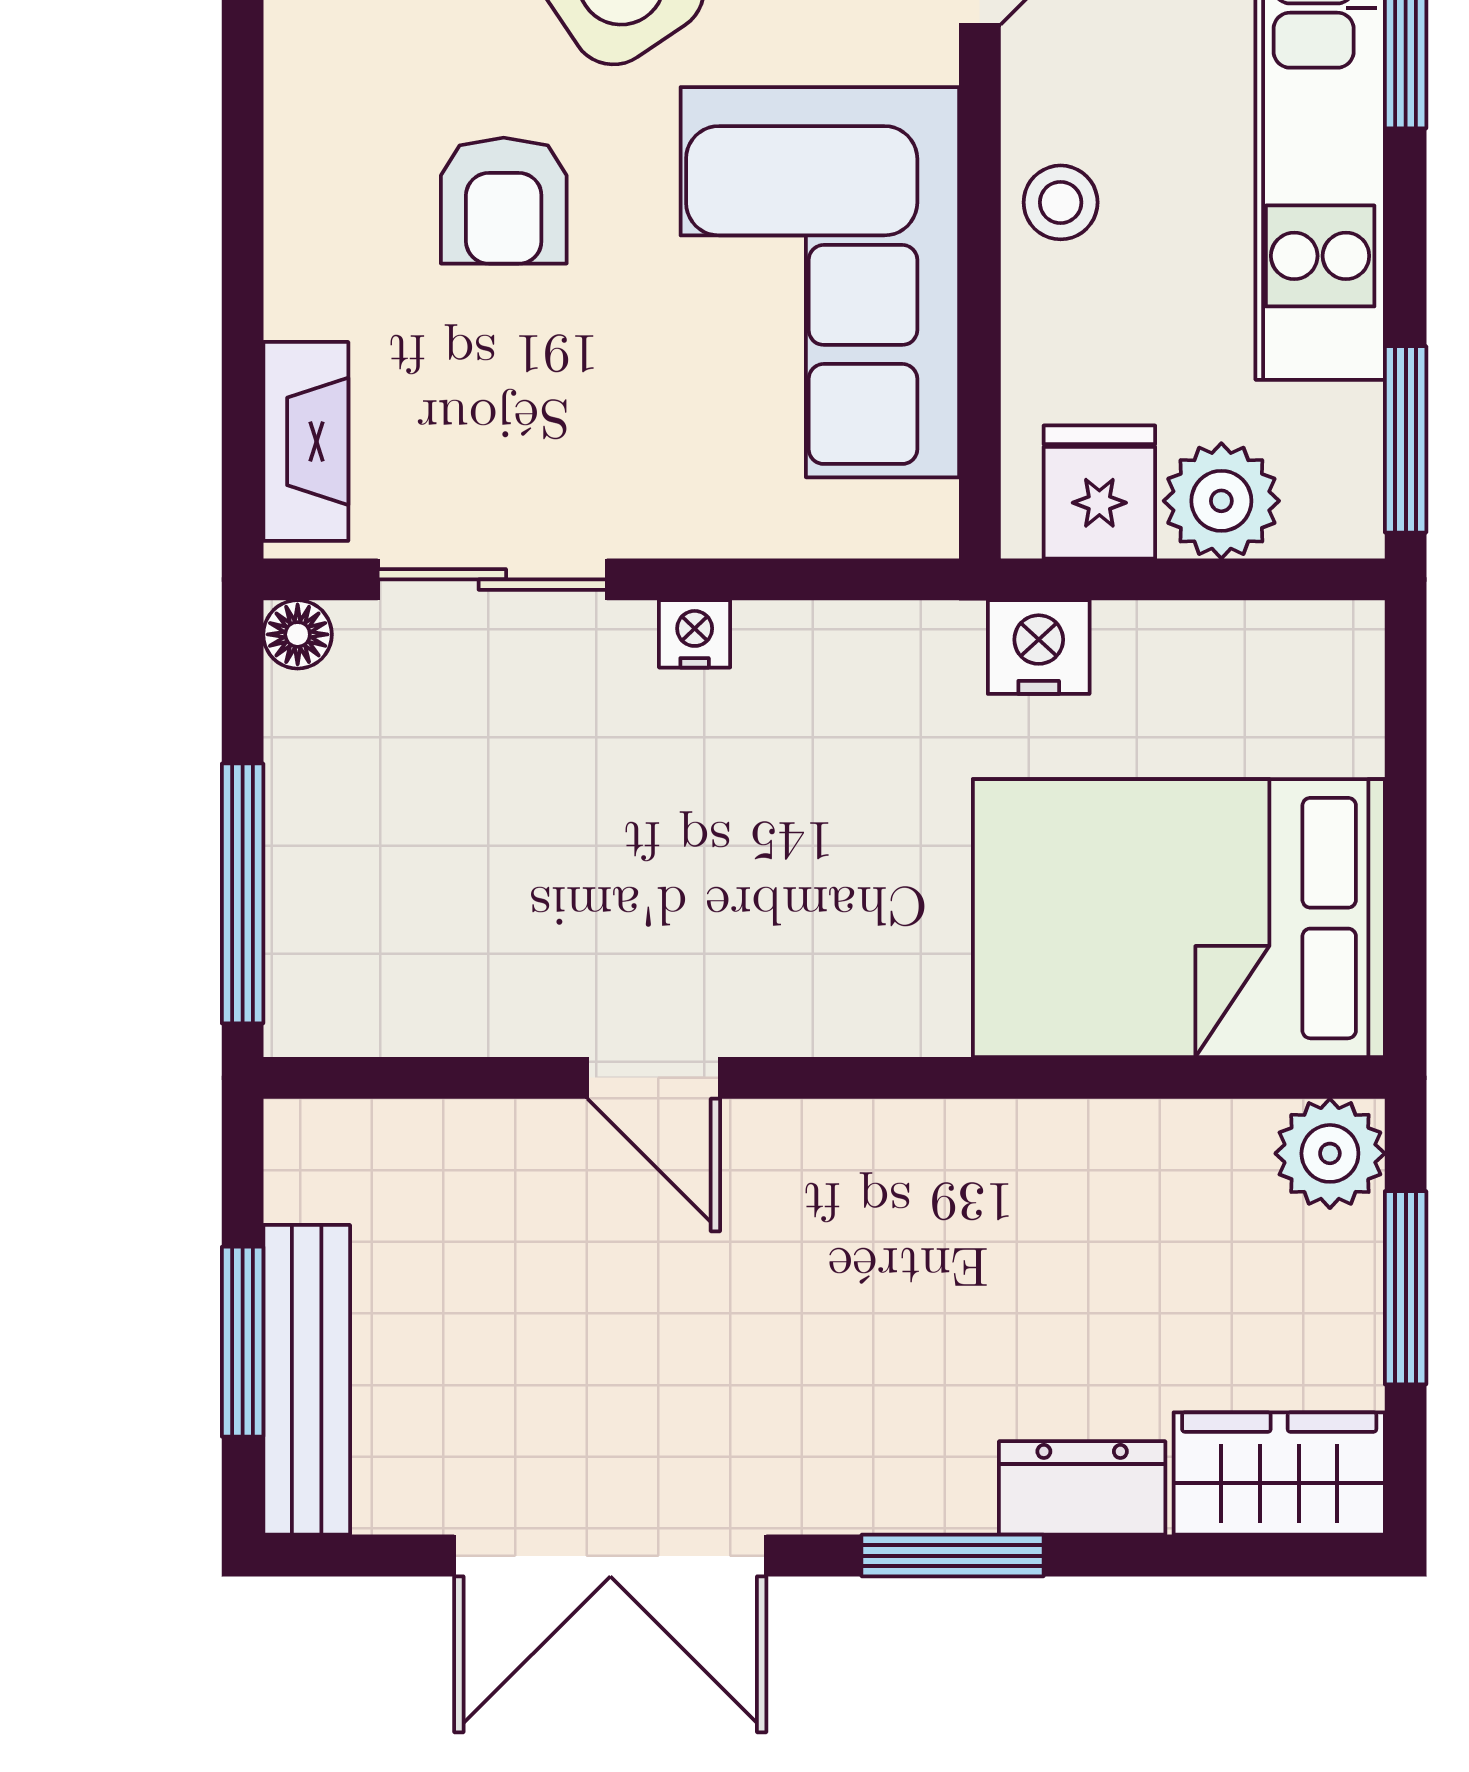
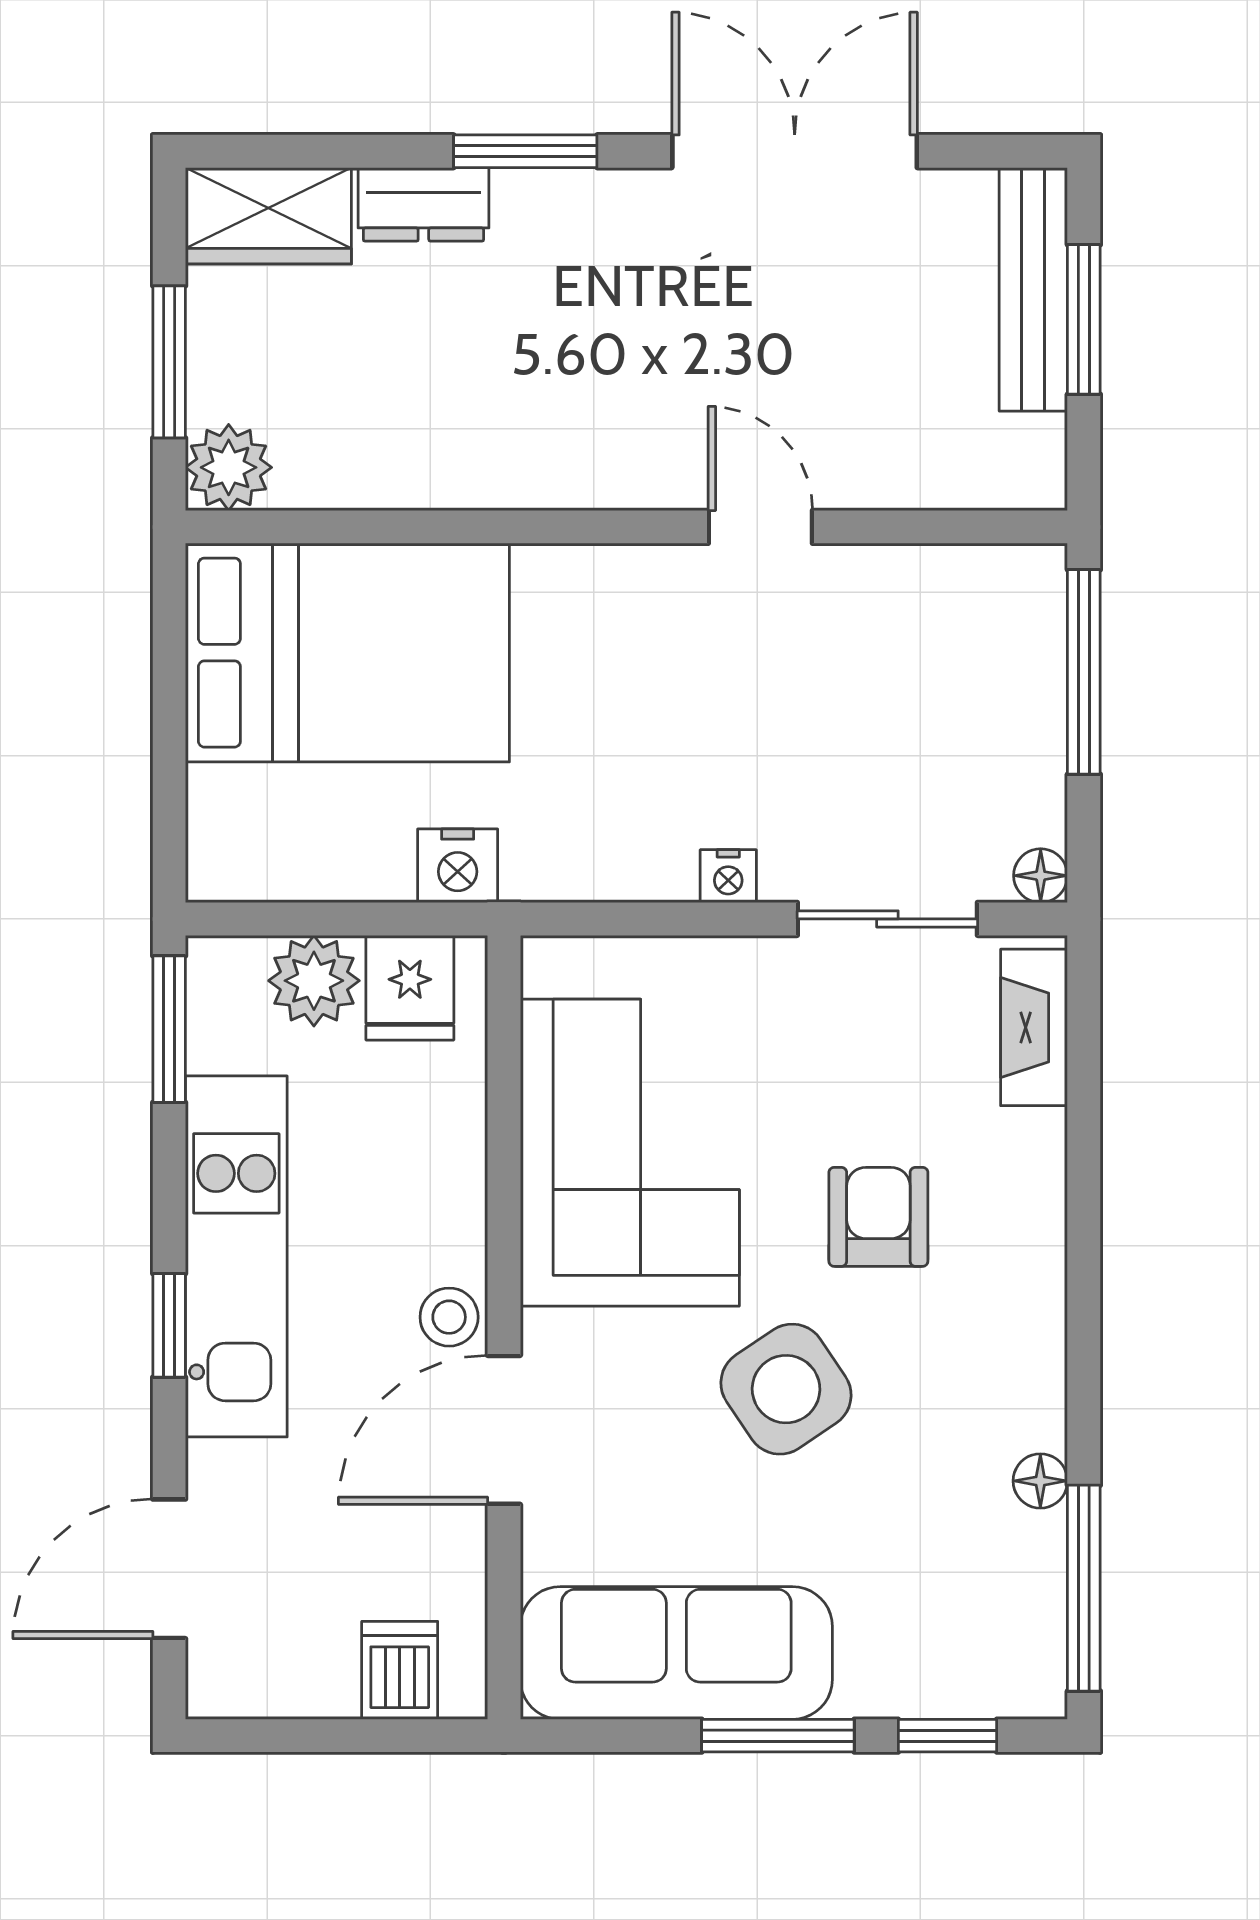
stool: (1061, 202) -> (449, 1317), moved

